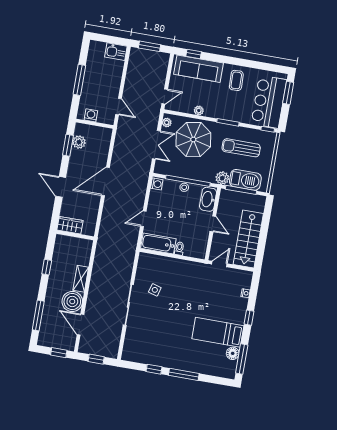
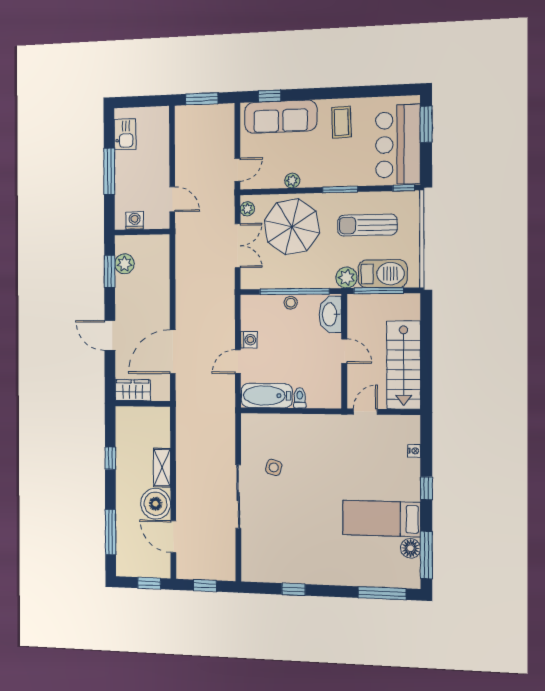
kitchen sink: (116, 52) -> (125, 134), moved, turned -90
door: (105, 182) -> (173, 352), moved
washing machine: (157, 184) -> (249, 340), moved
window: (184, 374) -> (382, 593), moved

